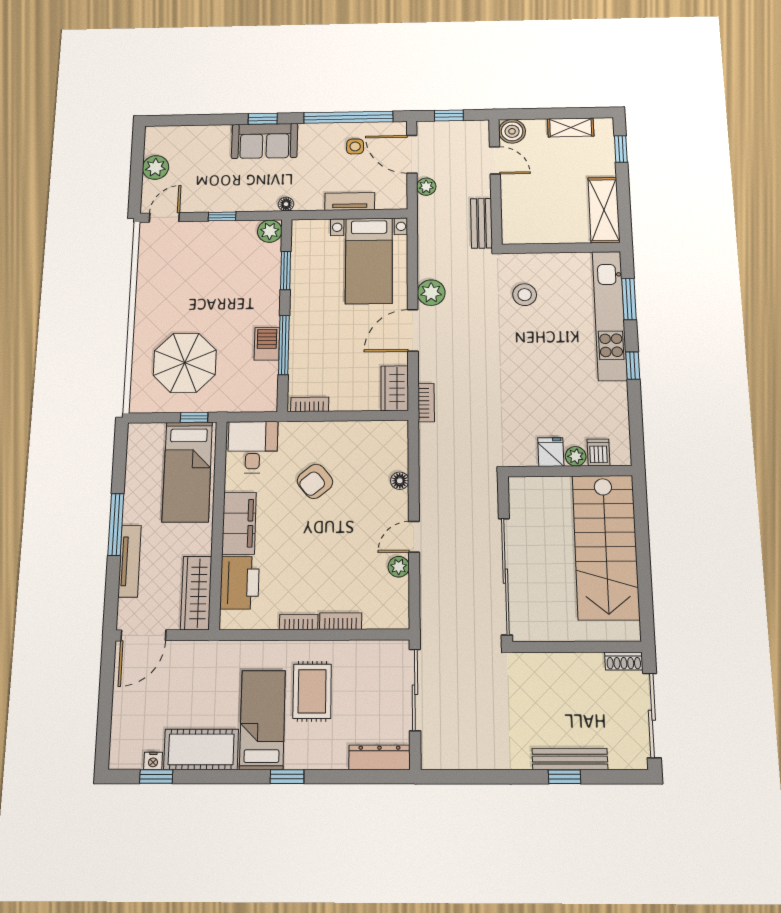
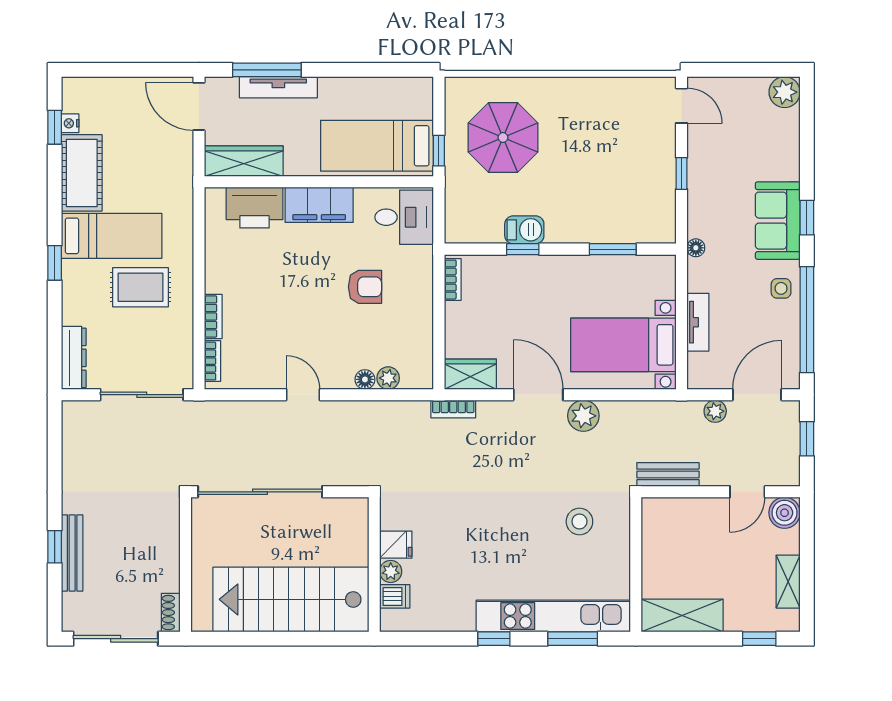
side table: (355, 146) -> (781, 288), moved
plant: (155, 167) -> (785, 92), moved
plant: (270, 231) -> (662, 230), removed
window: (284, 345) -> (523, 249), width x0.46
armchair: (315, 481) -> (365, 287), turned 129
window: (116, 524) -> (267, 70), moved
plant: (399, 567) -> (388, 378), moved
bookcase: (299, 622) -> (212, 361), moved

